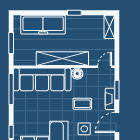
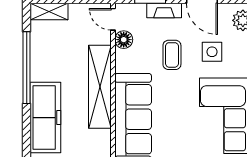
window: (74, 13) -> (27, 68), width x3.17
floor lamp: (77, 74) -> (124, 40), moved

